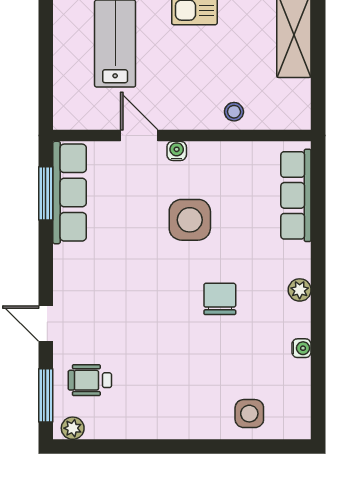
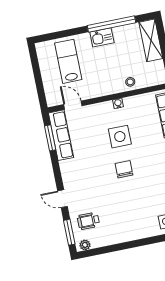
door: (139, 136) -> (73, 105), moved
water cooler: (177, 151) -> (118, 103), moved
chair: (220, 299) -> (124, 169), moved

